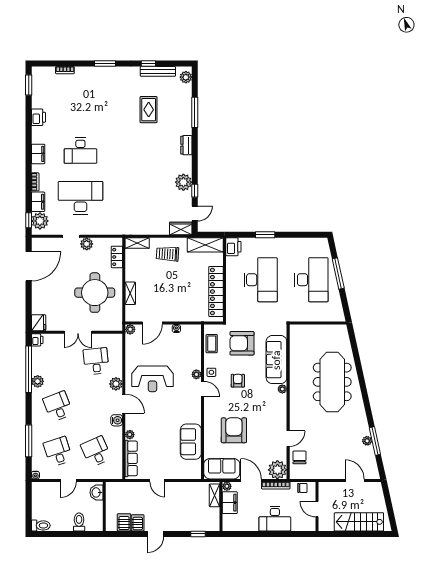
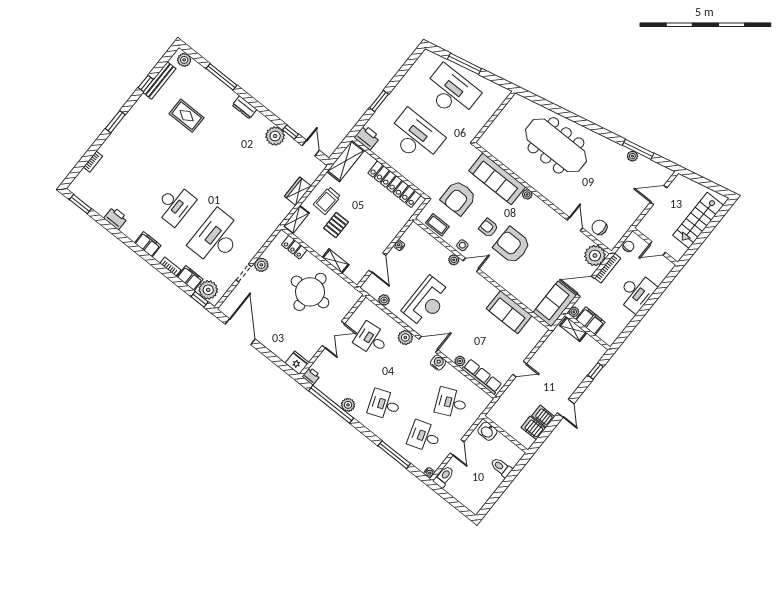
wardrobe: (181, 228) -> (298, 191), moved
pallet: (155, 274) -> (336, 225), added
plant: (130, 329) -> (384, 300), moved
armchair: (234, 430) -> (512, 245), moved
toilet: (41, 525) -> (444, 477), moved

